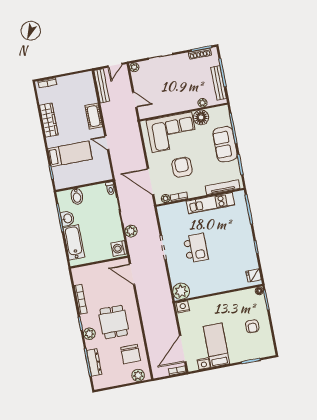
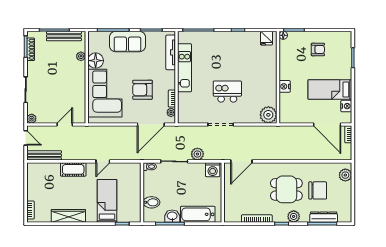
nightstand: (183, 307) -> (285, 86), moved
chair: (131, 354) -> (318, 190), moved

